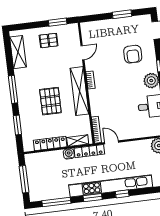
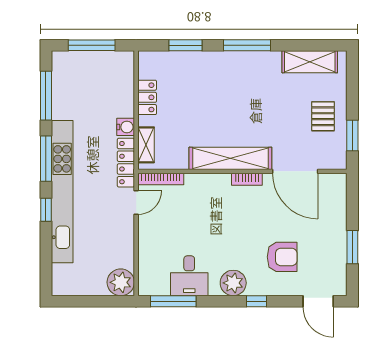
door: (82, 53) -> (295, 171), width x1.87
armchair: (133, 54) -> (282, 257), turned 180
pallet: (50, 101) -> (219, 107), removed
locker: (50, 143) -> (147, 97), width x0.66
window: (93, 198) -> (46, 159), width x1.44

